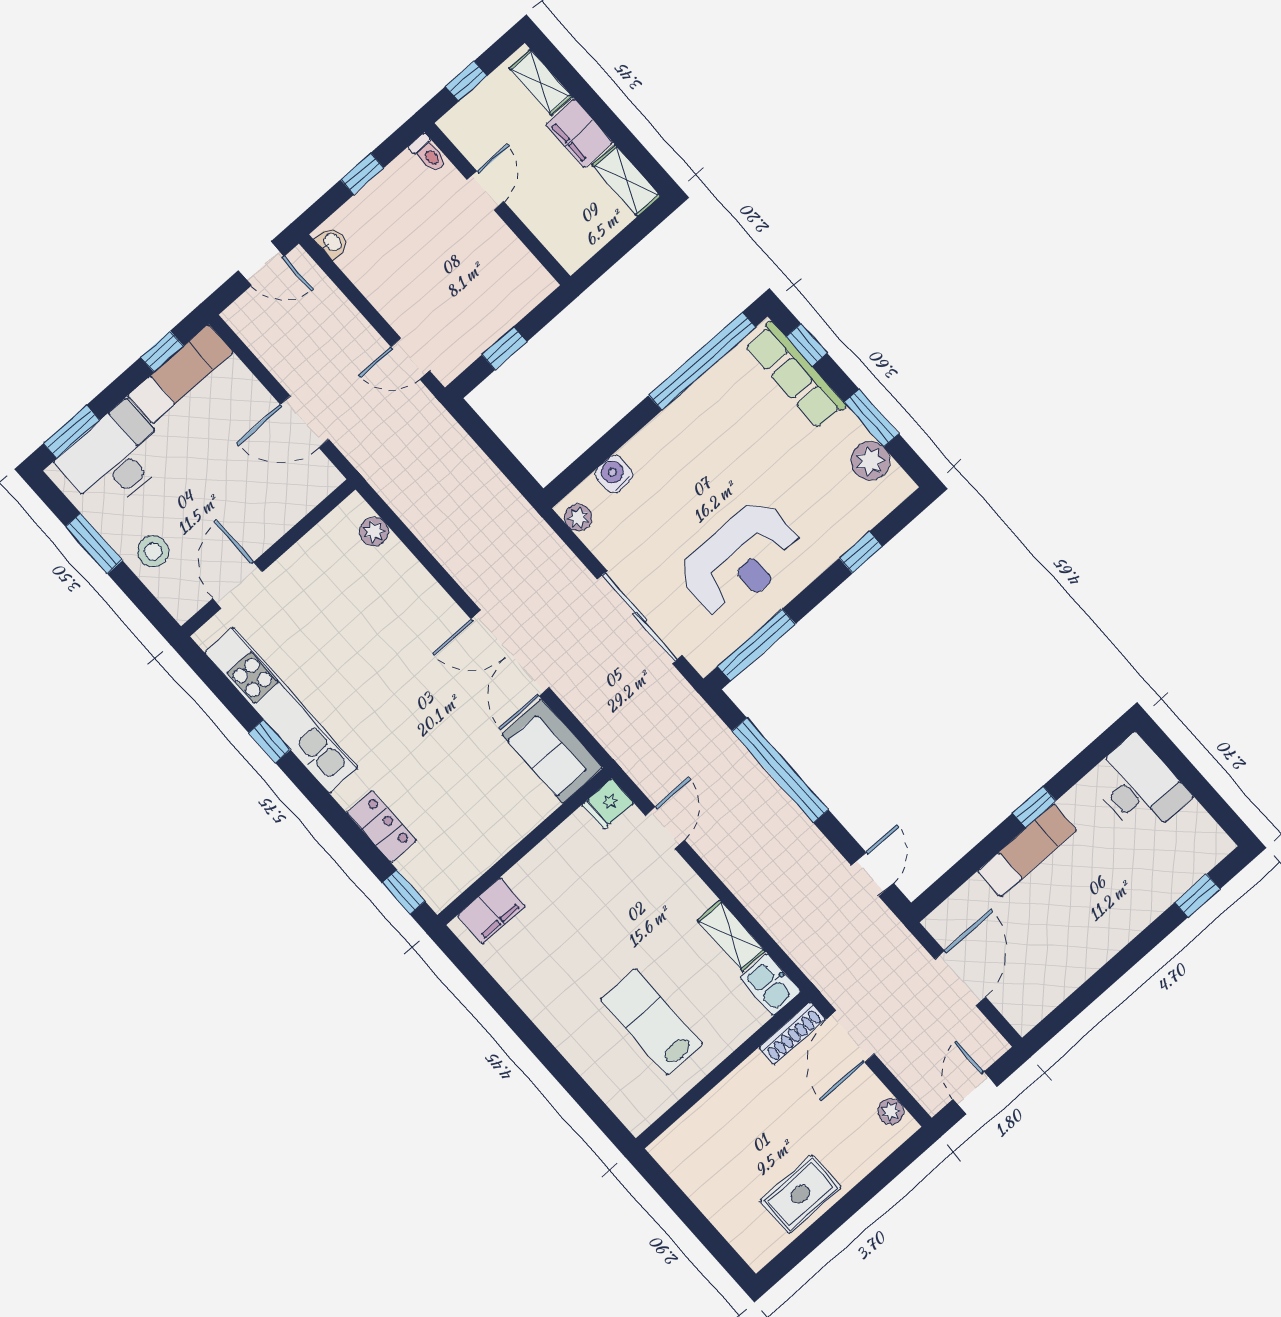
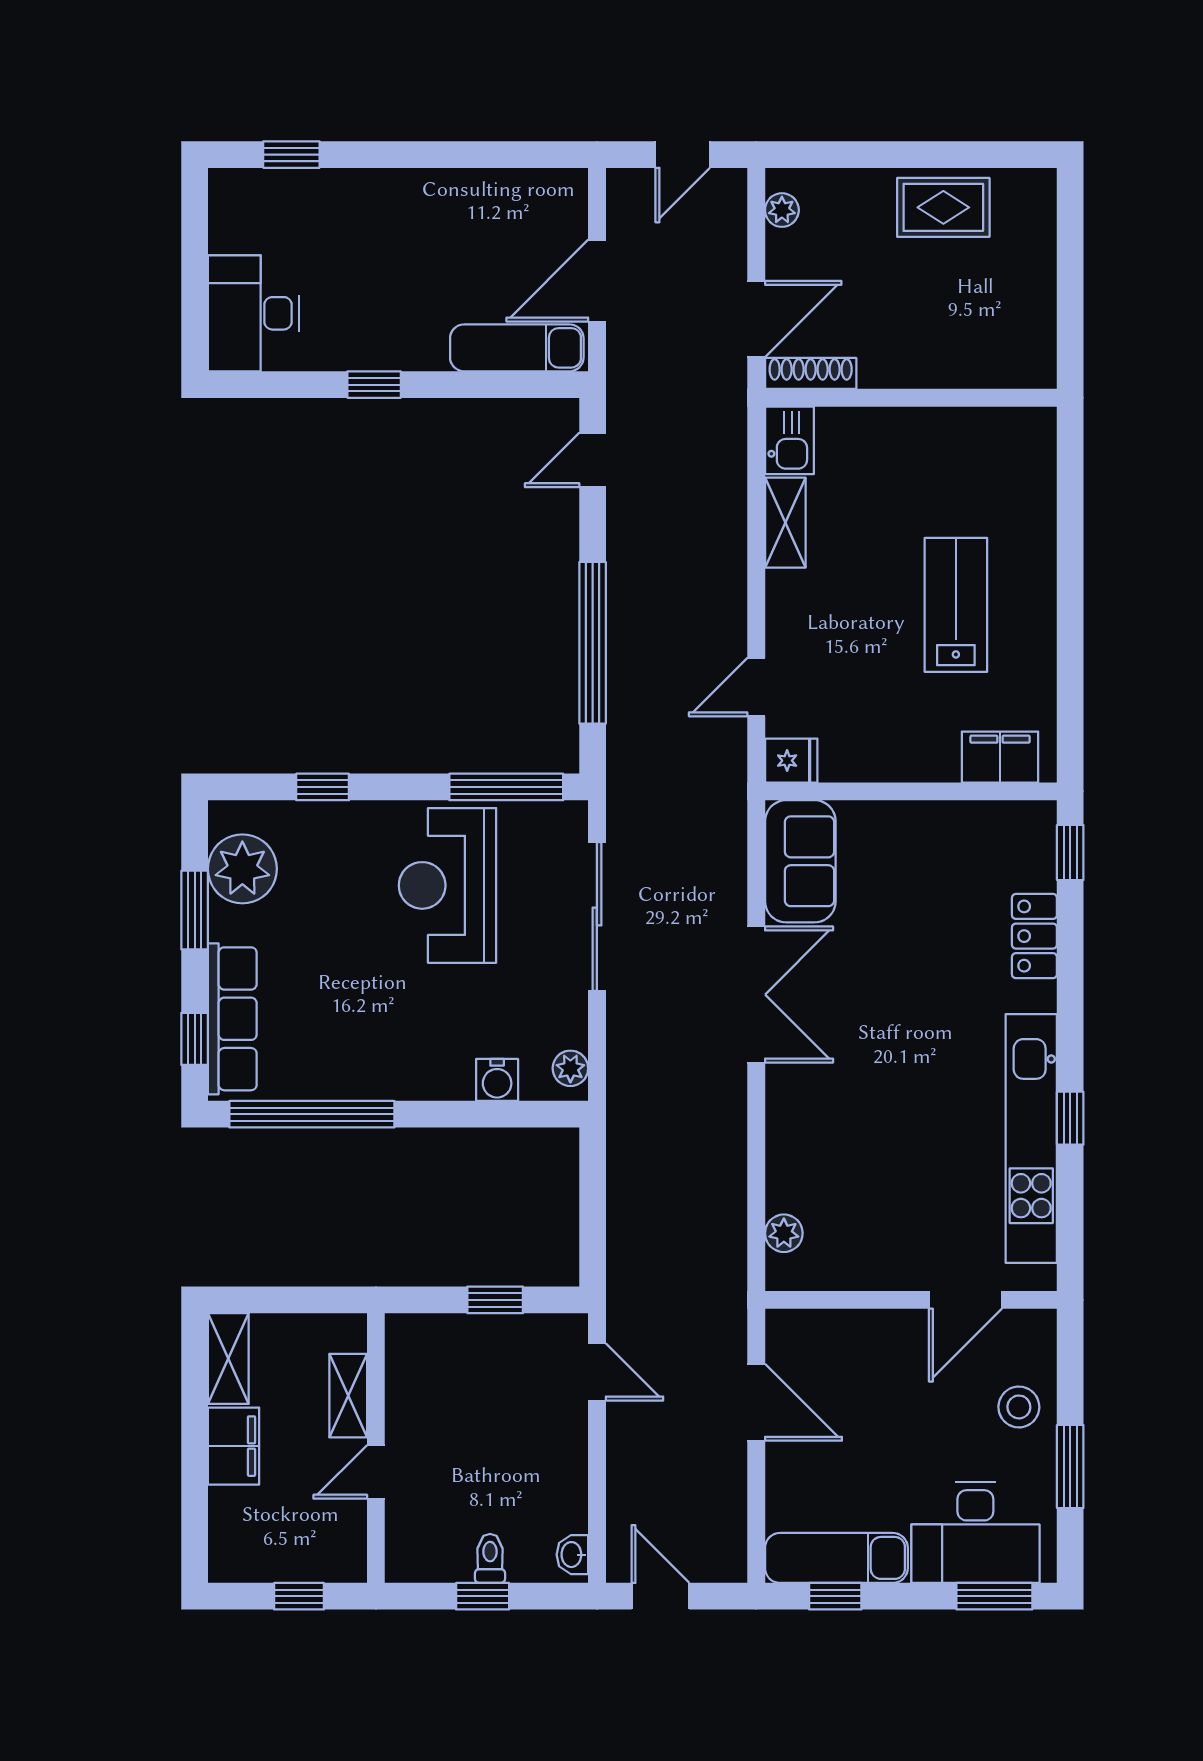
shelving: (541, 82) -> (348, 1396), moved
toilet: (428, 153) -> (490, 1558), moved
plant: (870, 461) -> (242, 869), width x1.36, depth x1.36
reception desk: (740, 560) -> (447, 885), turned -90
exam couch: (1027, 850) -> (517, 348), moved
lab bench: (651, 1022) -> (956, 605), moved, turned 180

